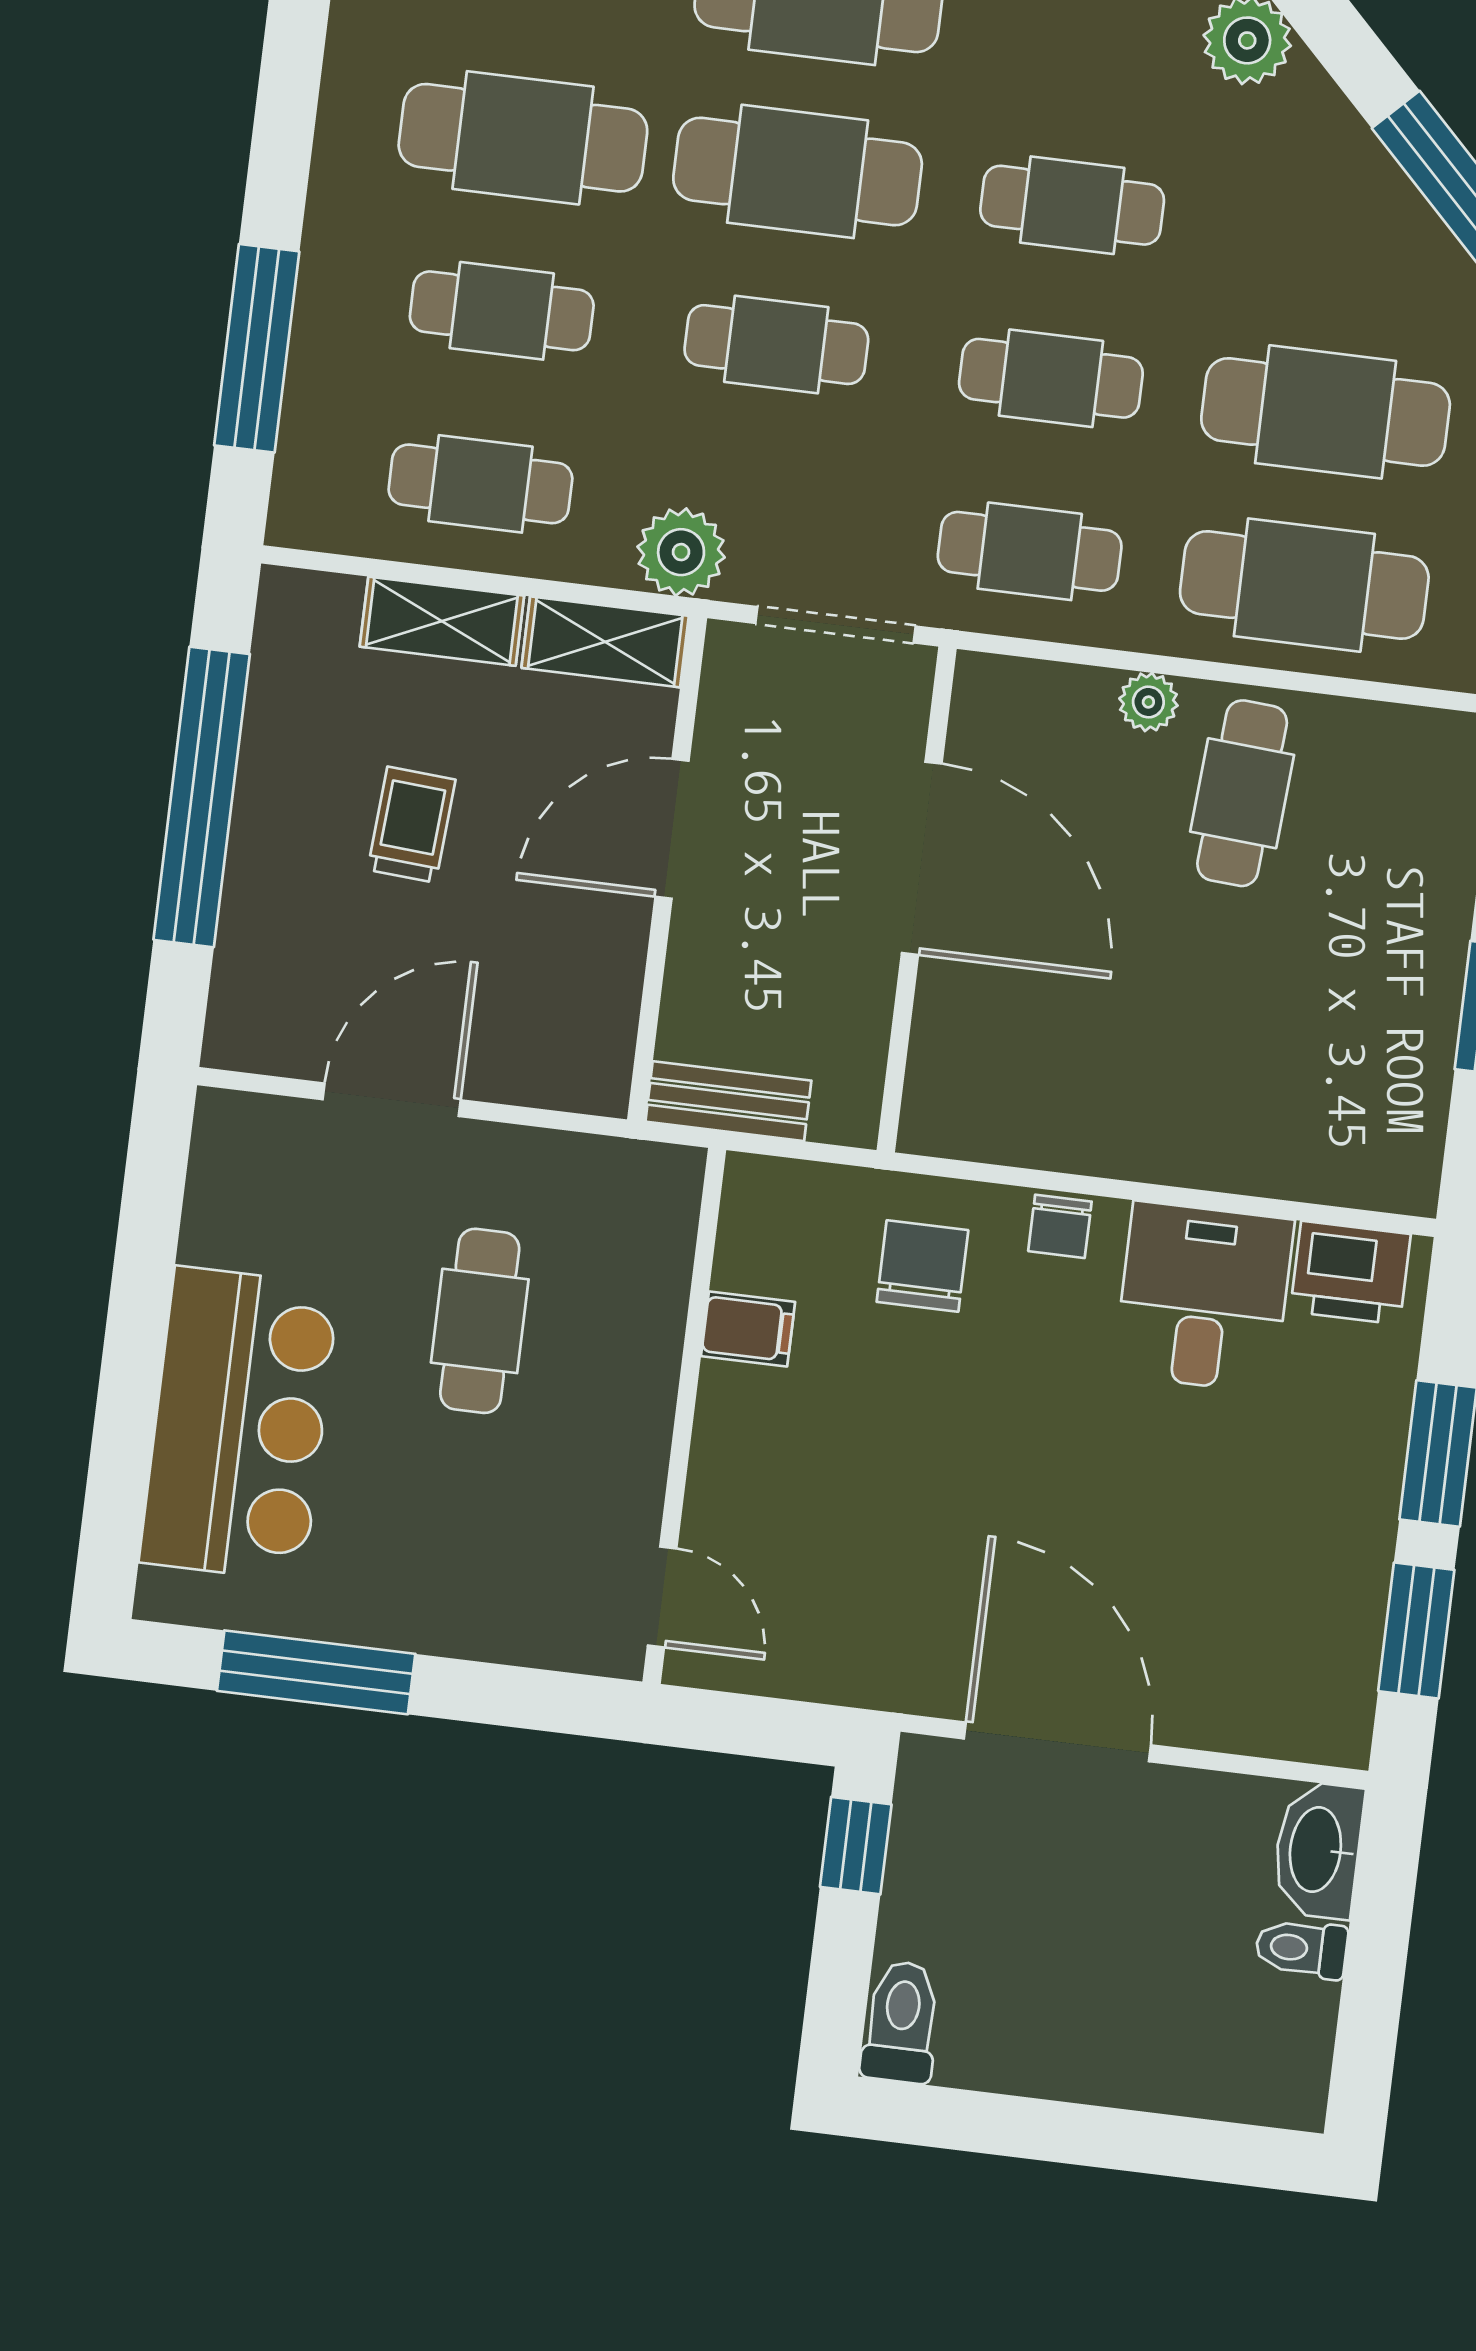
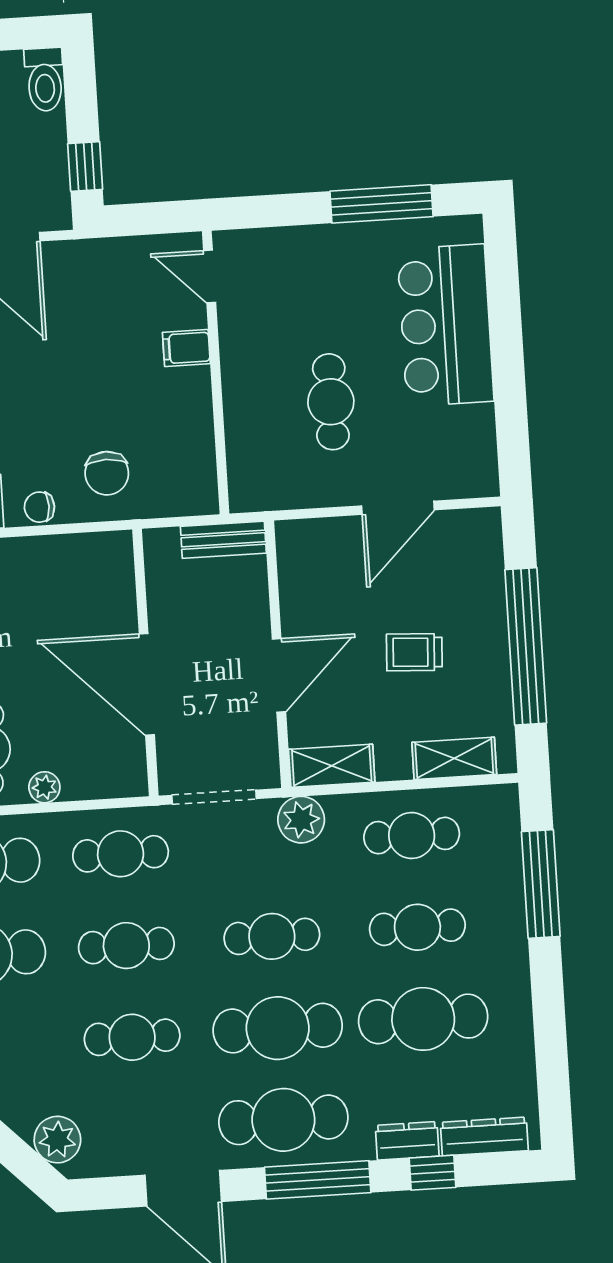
shelving: (442, 621) -> (454, 758), moved
trolley: (411, 825) -> (414, 652), turned 89
chair: (1060, 1226) -> (39, 507), turned -90
filing cabinet: (748, 1329) -> (186, 348), moved

